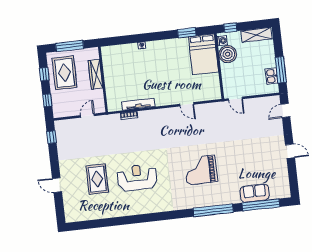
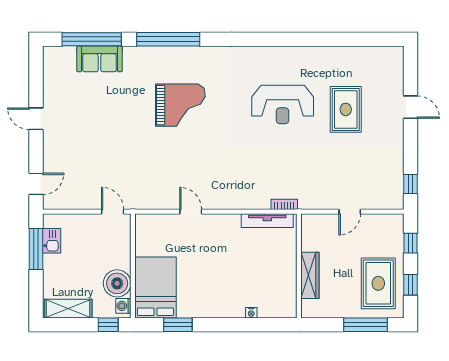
wardrobe: (95, 74) -> (310, 275), moved
wall: (103, 79) -> (299, 266), moved

